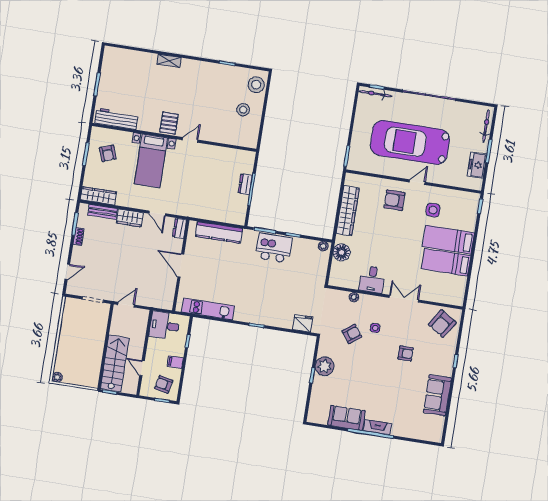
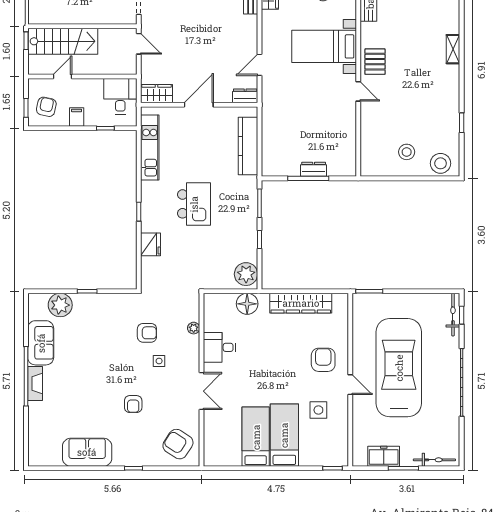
pallet: (169, 123) -> (375, 62), turned 90
wardrobe: (130, 218) -> (157, 94), moved, turned 90
plant: (323, 246) -> (246, 274), width x1.88, depth x1.88
kitchen island: (274, 248) -> (194, 204), moved
fridge: (303, 323) -> (151, 244), moved
armchair: (352, 334) -> (147, 333), turned -53
plant: (325, 366) -> (60, 305), moved

